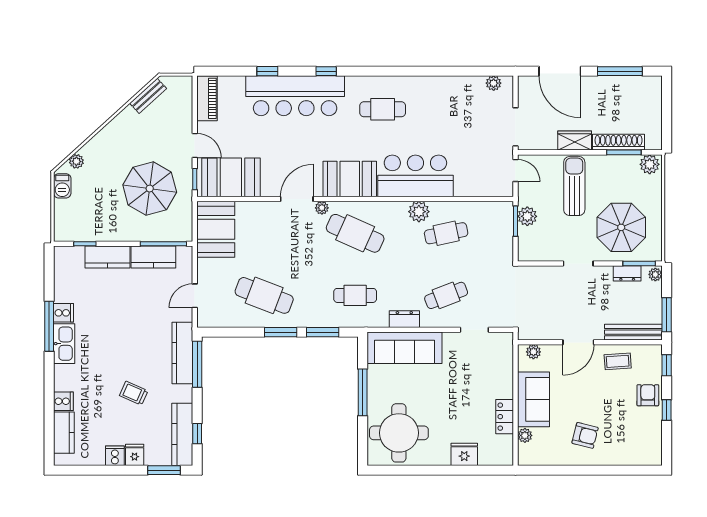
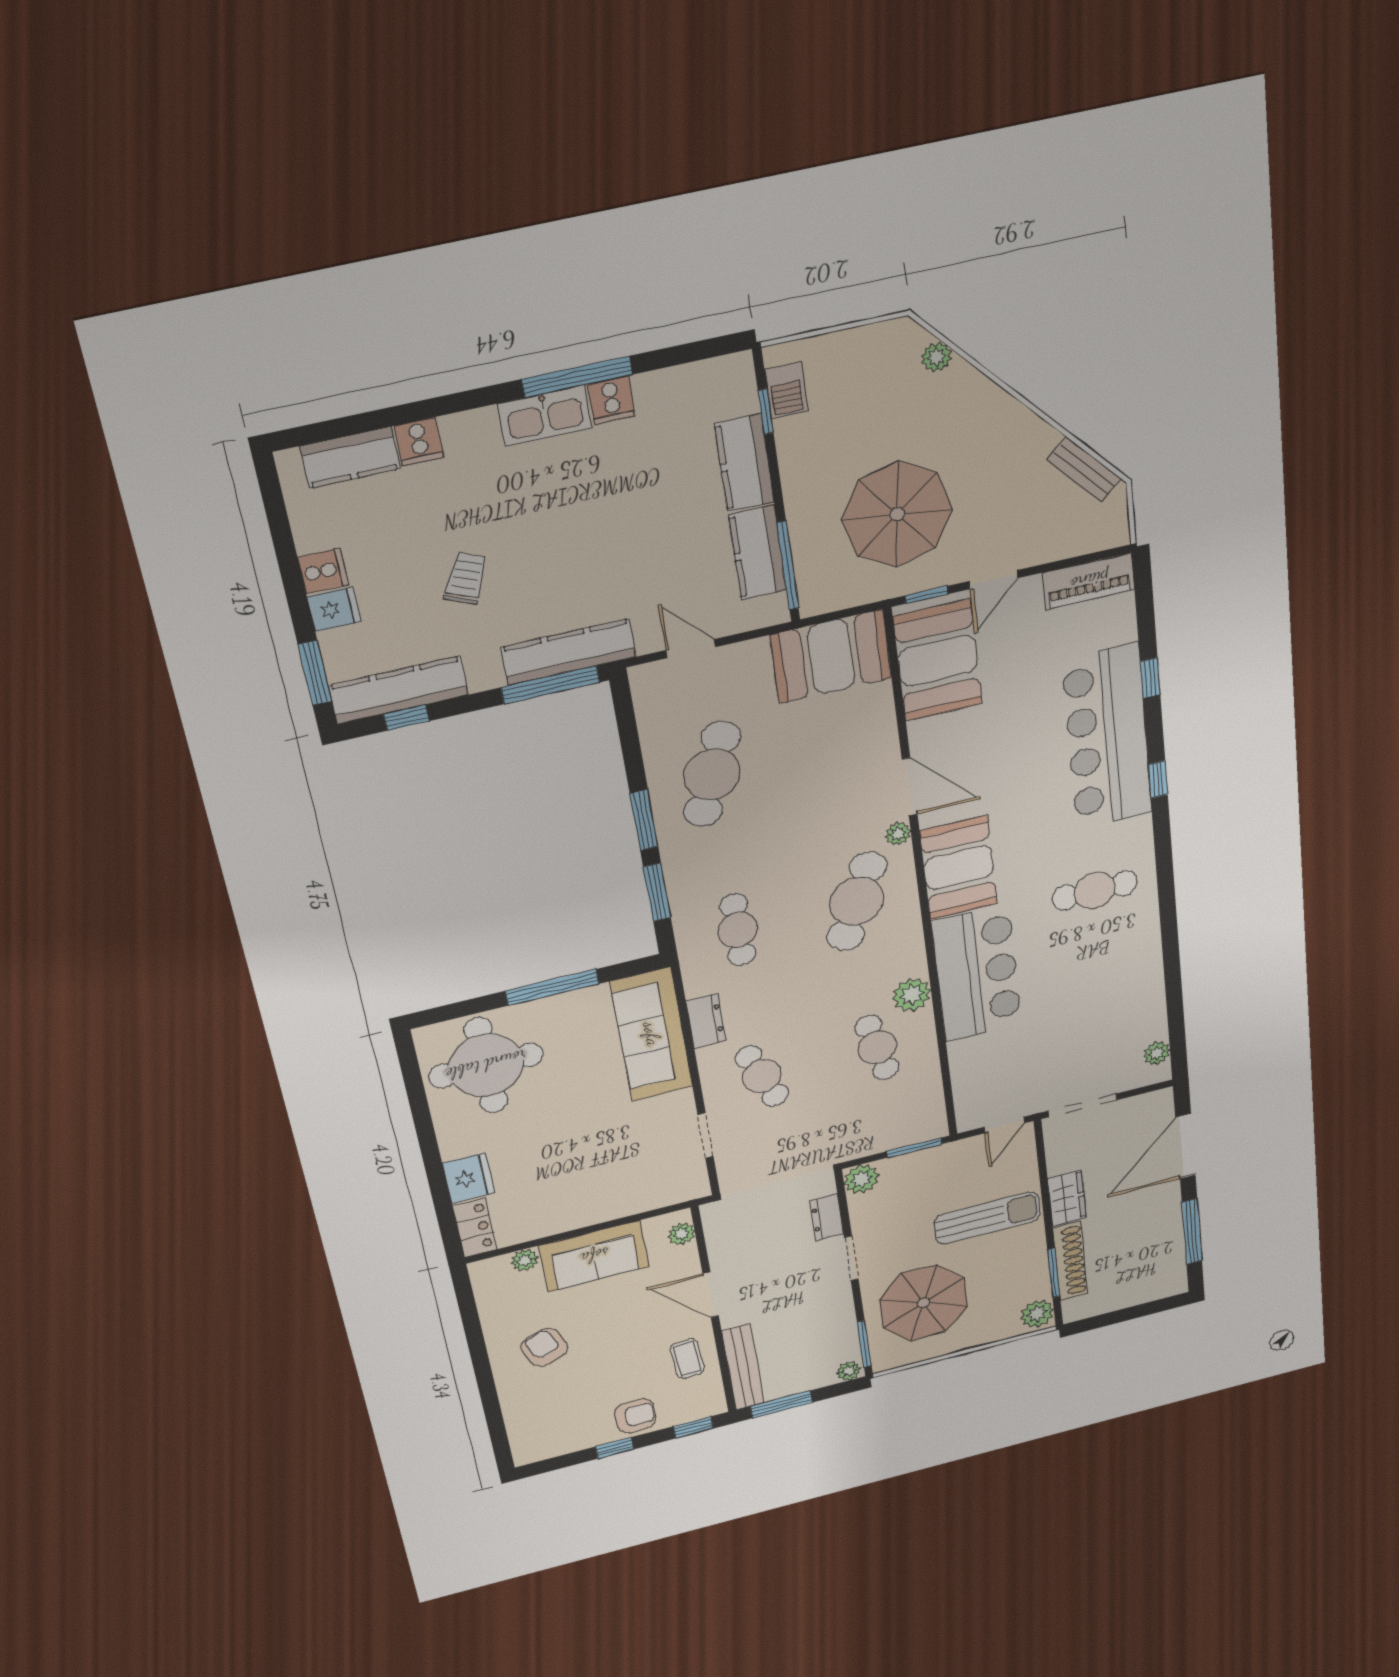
cafe table: (383, 109) -> (1095, 890), turned 90
barbecue: (62, 186) -> (786, 390), moved, turned -90
plant: (527, 216) -> (861, 1179), moved
dresser: (627, 273) -> (827, 1217), moved
locker: (505, 417) -> (475, 1227), moved, turned 90
armchair: (585, 435) -> (544, 1347), turned 144

